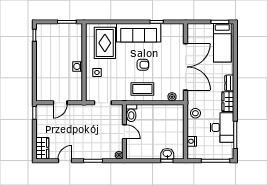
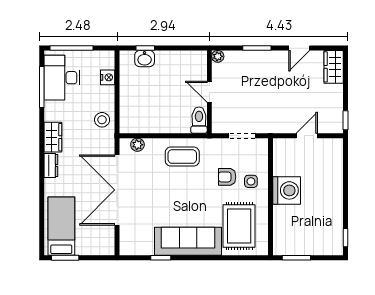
armchair: (143, 65) -> (227, 177), moved
washing machine: (78, 66) -> (287, 190), width x1.89, depth x1.89
desk: (222, 127) -> (62, 78), moved

